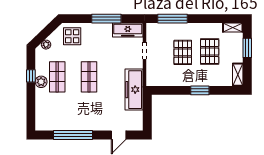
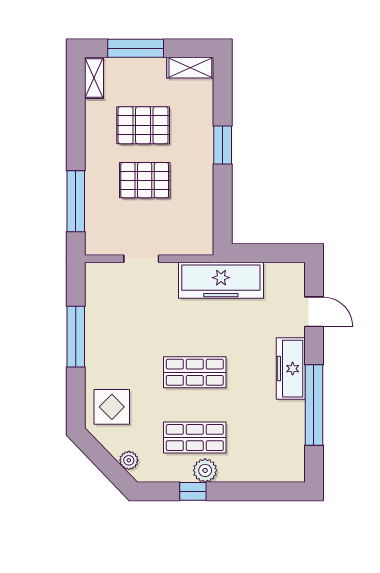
freezer: (128, 30) -> (291, 369), moved, turned 180
window: (247, 48) -> (136, 48), width x1.44

